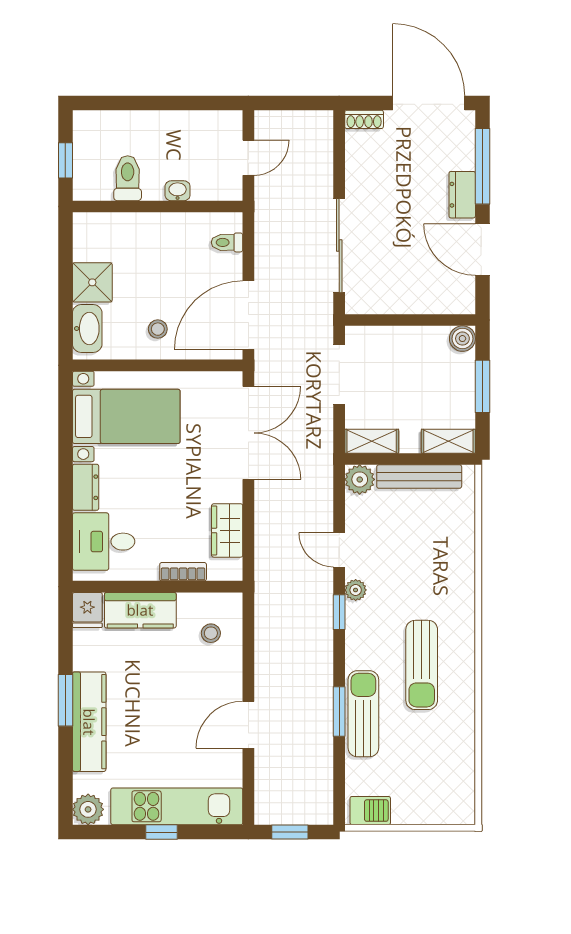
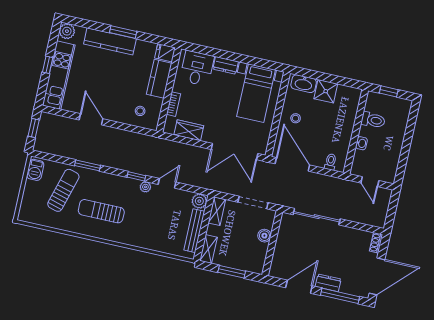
boiler: (462, 339) -> (264, 236), moved
sun lounger: (363, 714) -> (63, 190), moved, turned -74

